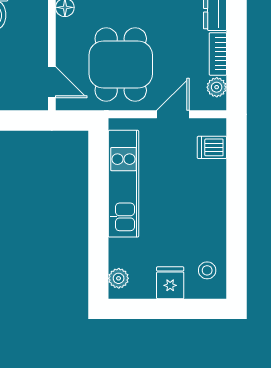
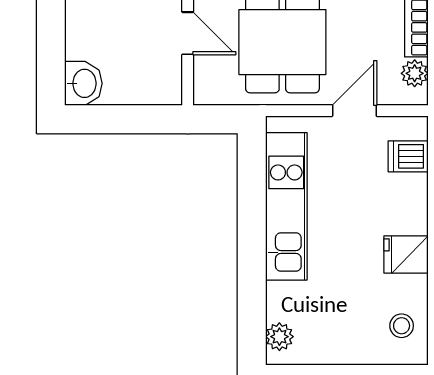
door: (52, 82) -> (188, 33), moved
fridge: (170, 283) -> (406, 254), moved, turned -90

